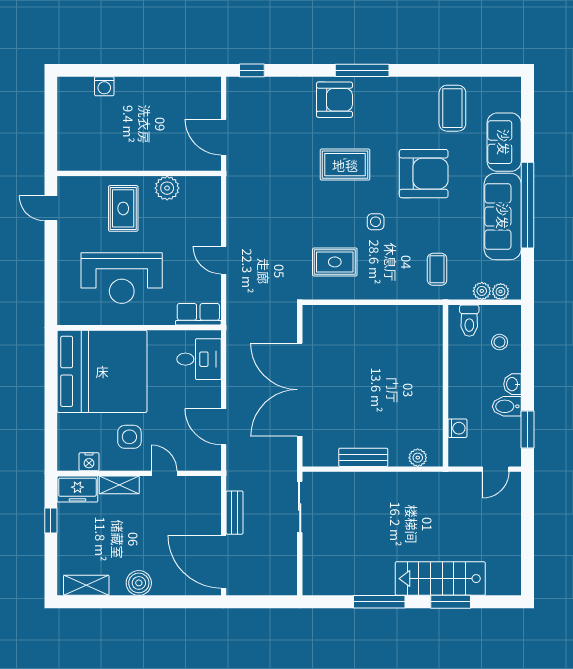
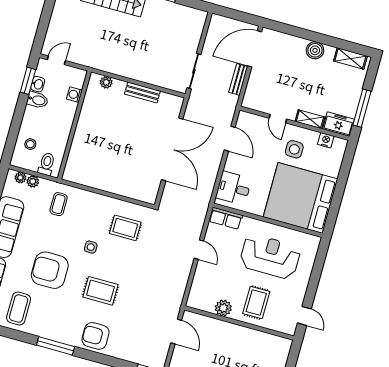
window: (362, 70) -> (56, 346), moved
washbasin: (513, 384) -> (38, 84), moved
window: (51, 521) -> (362, 108), width x2.17
door: (224, 562) -> (255, 49), swing flipped

